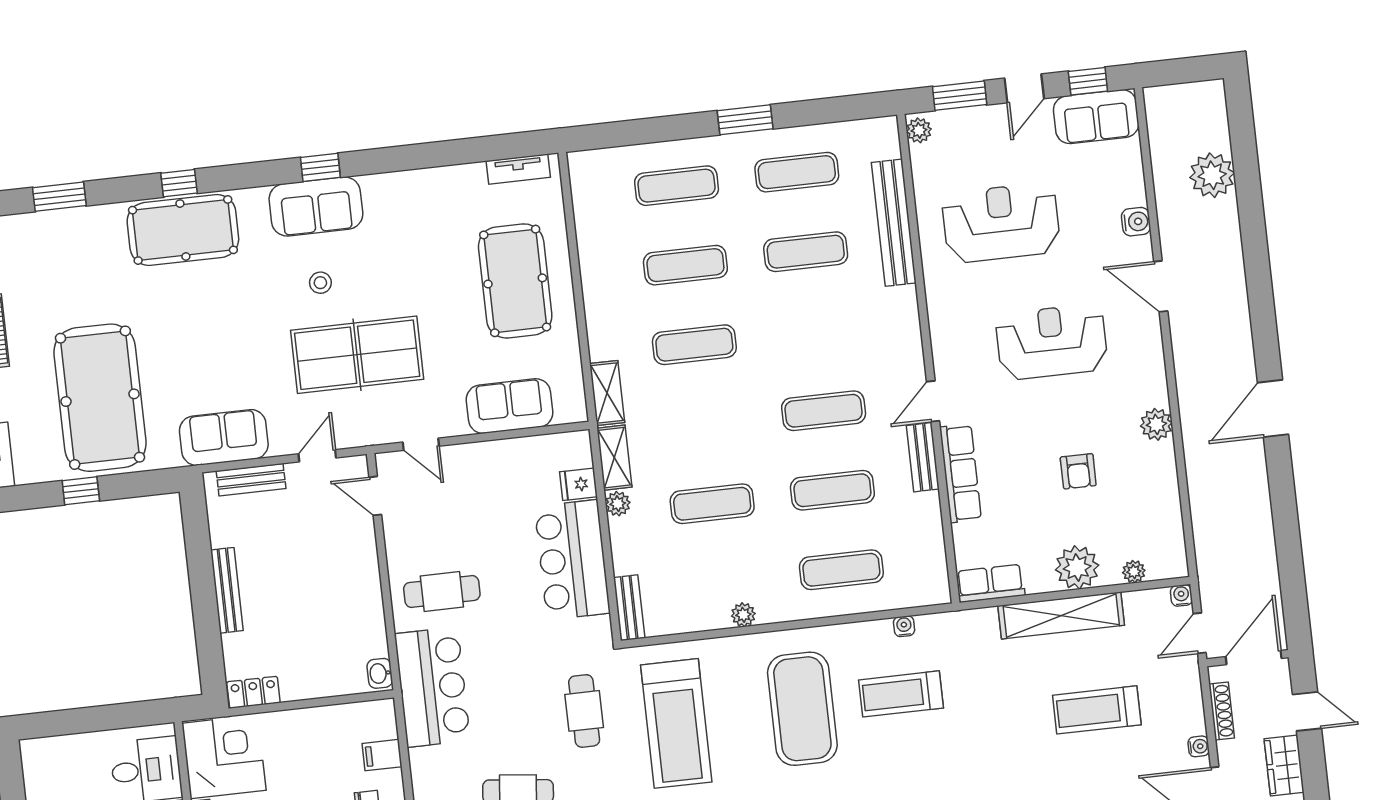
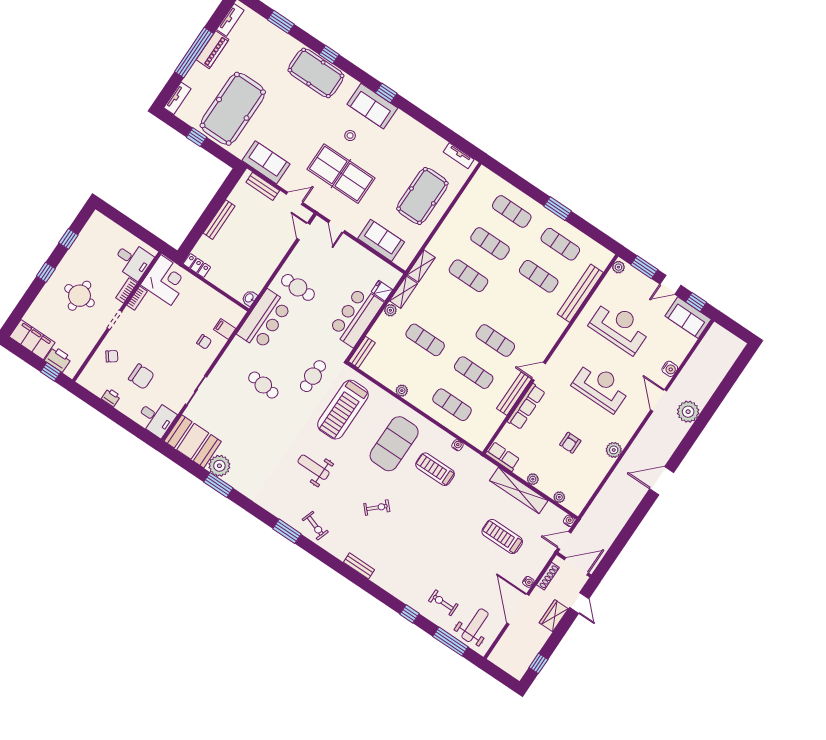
plant: (1212, 175) -> (688, 412), moved
bench: (923, 457) -> (514, 394), width x1.36
plant: (1077, 567) -> (533, 479), width x0.53, depth x0.53

